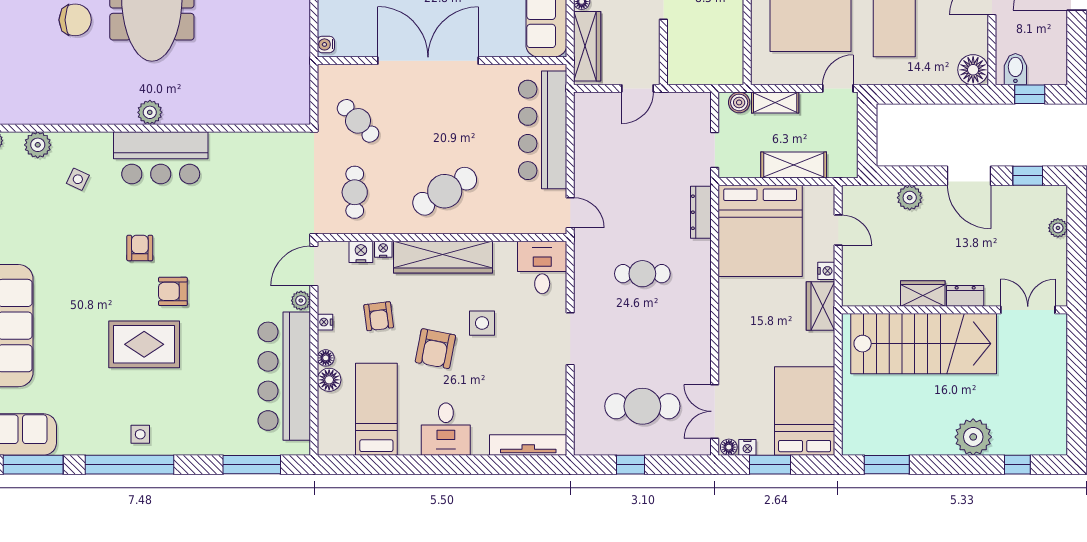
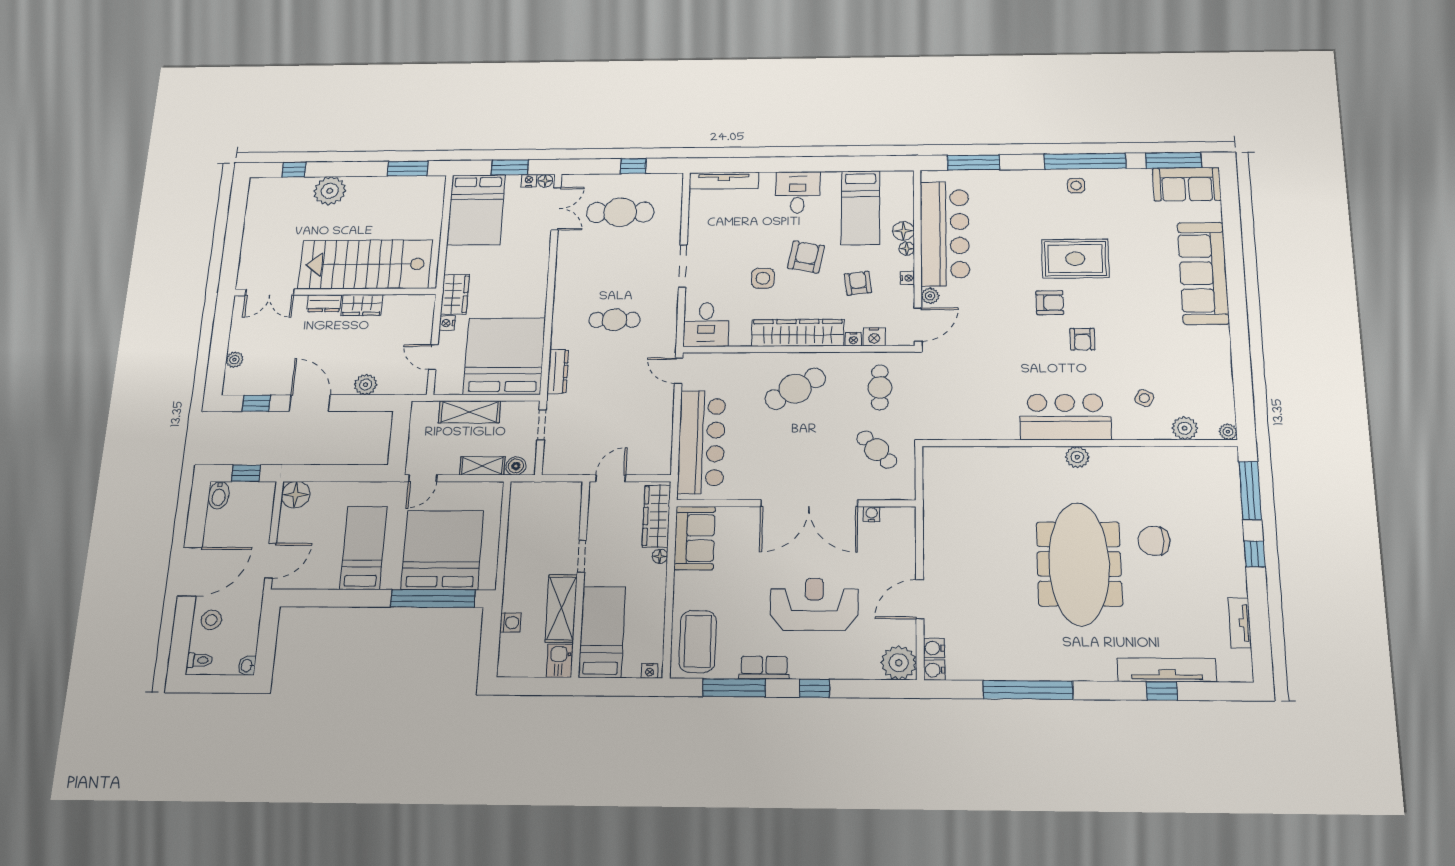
water cooler: (326, 44) -> (872, 514), moved, turned -90
bidet: (1015, 69) -> (219, 495), moved

